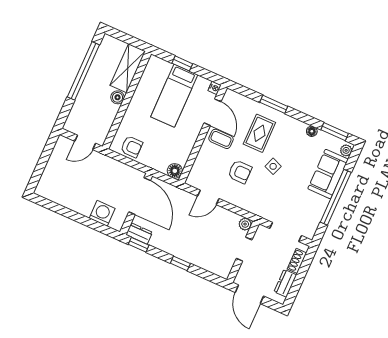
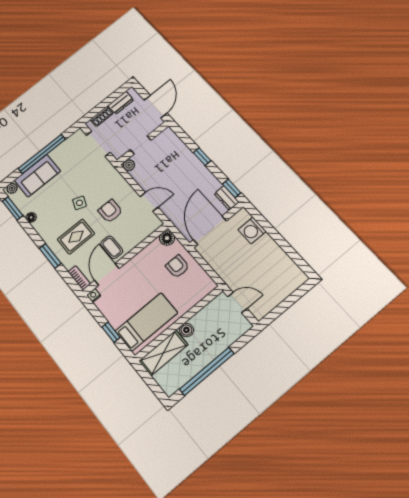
bed: (174, 96) -> (146, 322), moved
bookcase: (236, 97) -> (79, 278), added
armchair: (132, 147) -> (177, 266), moved

